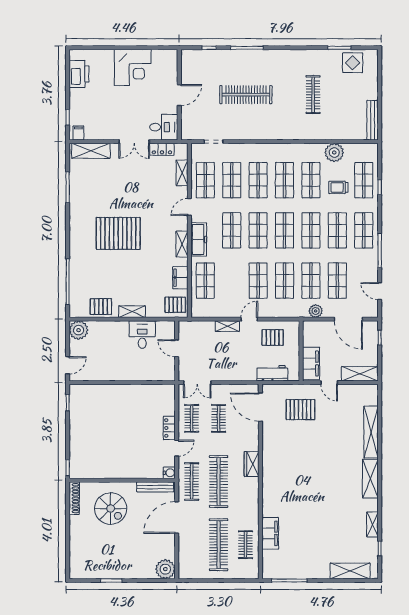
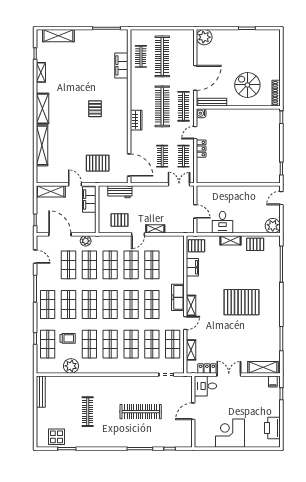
shelving: (182, 244) -> (191, 305), moved
shop shelf: (205, 281) -> (152, 265), moved
pallet: (304, 478) -> (95, 109), added

